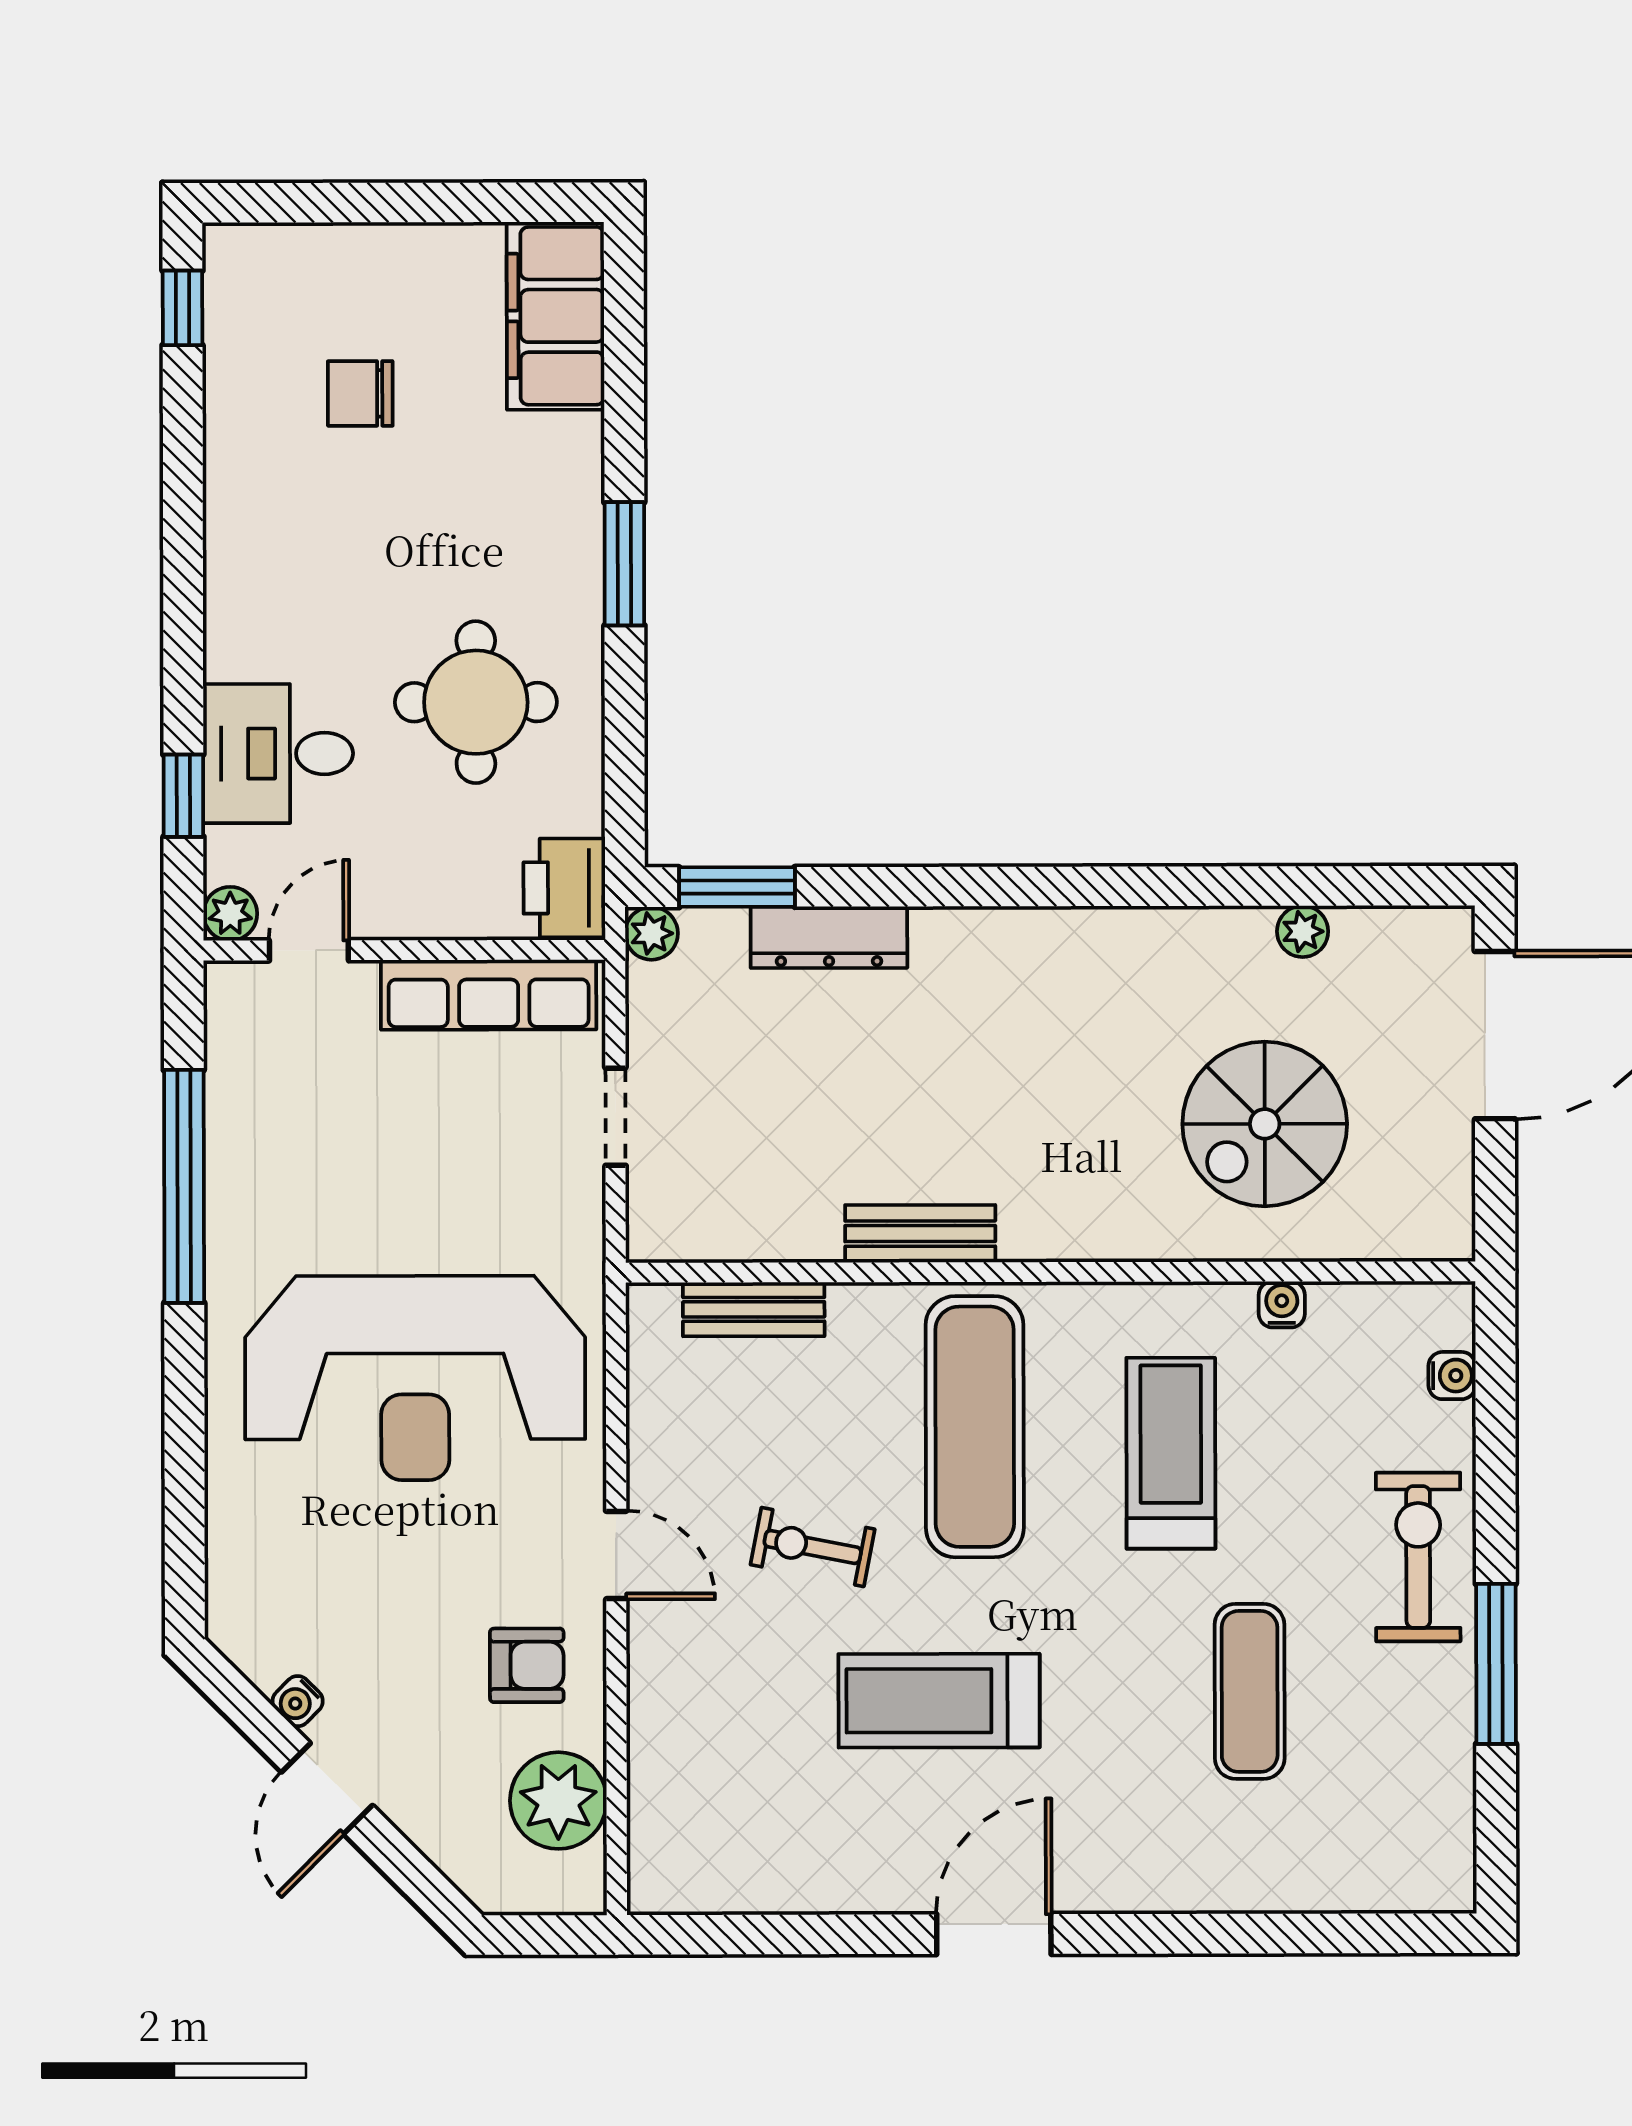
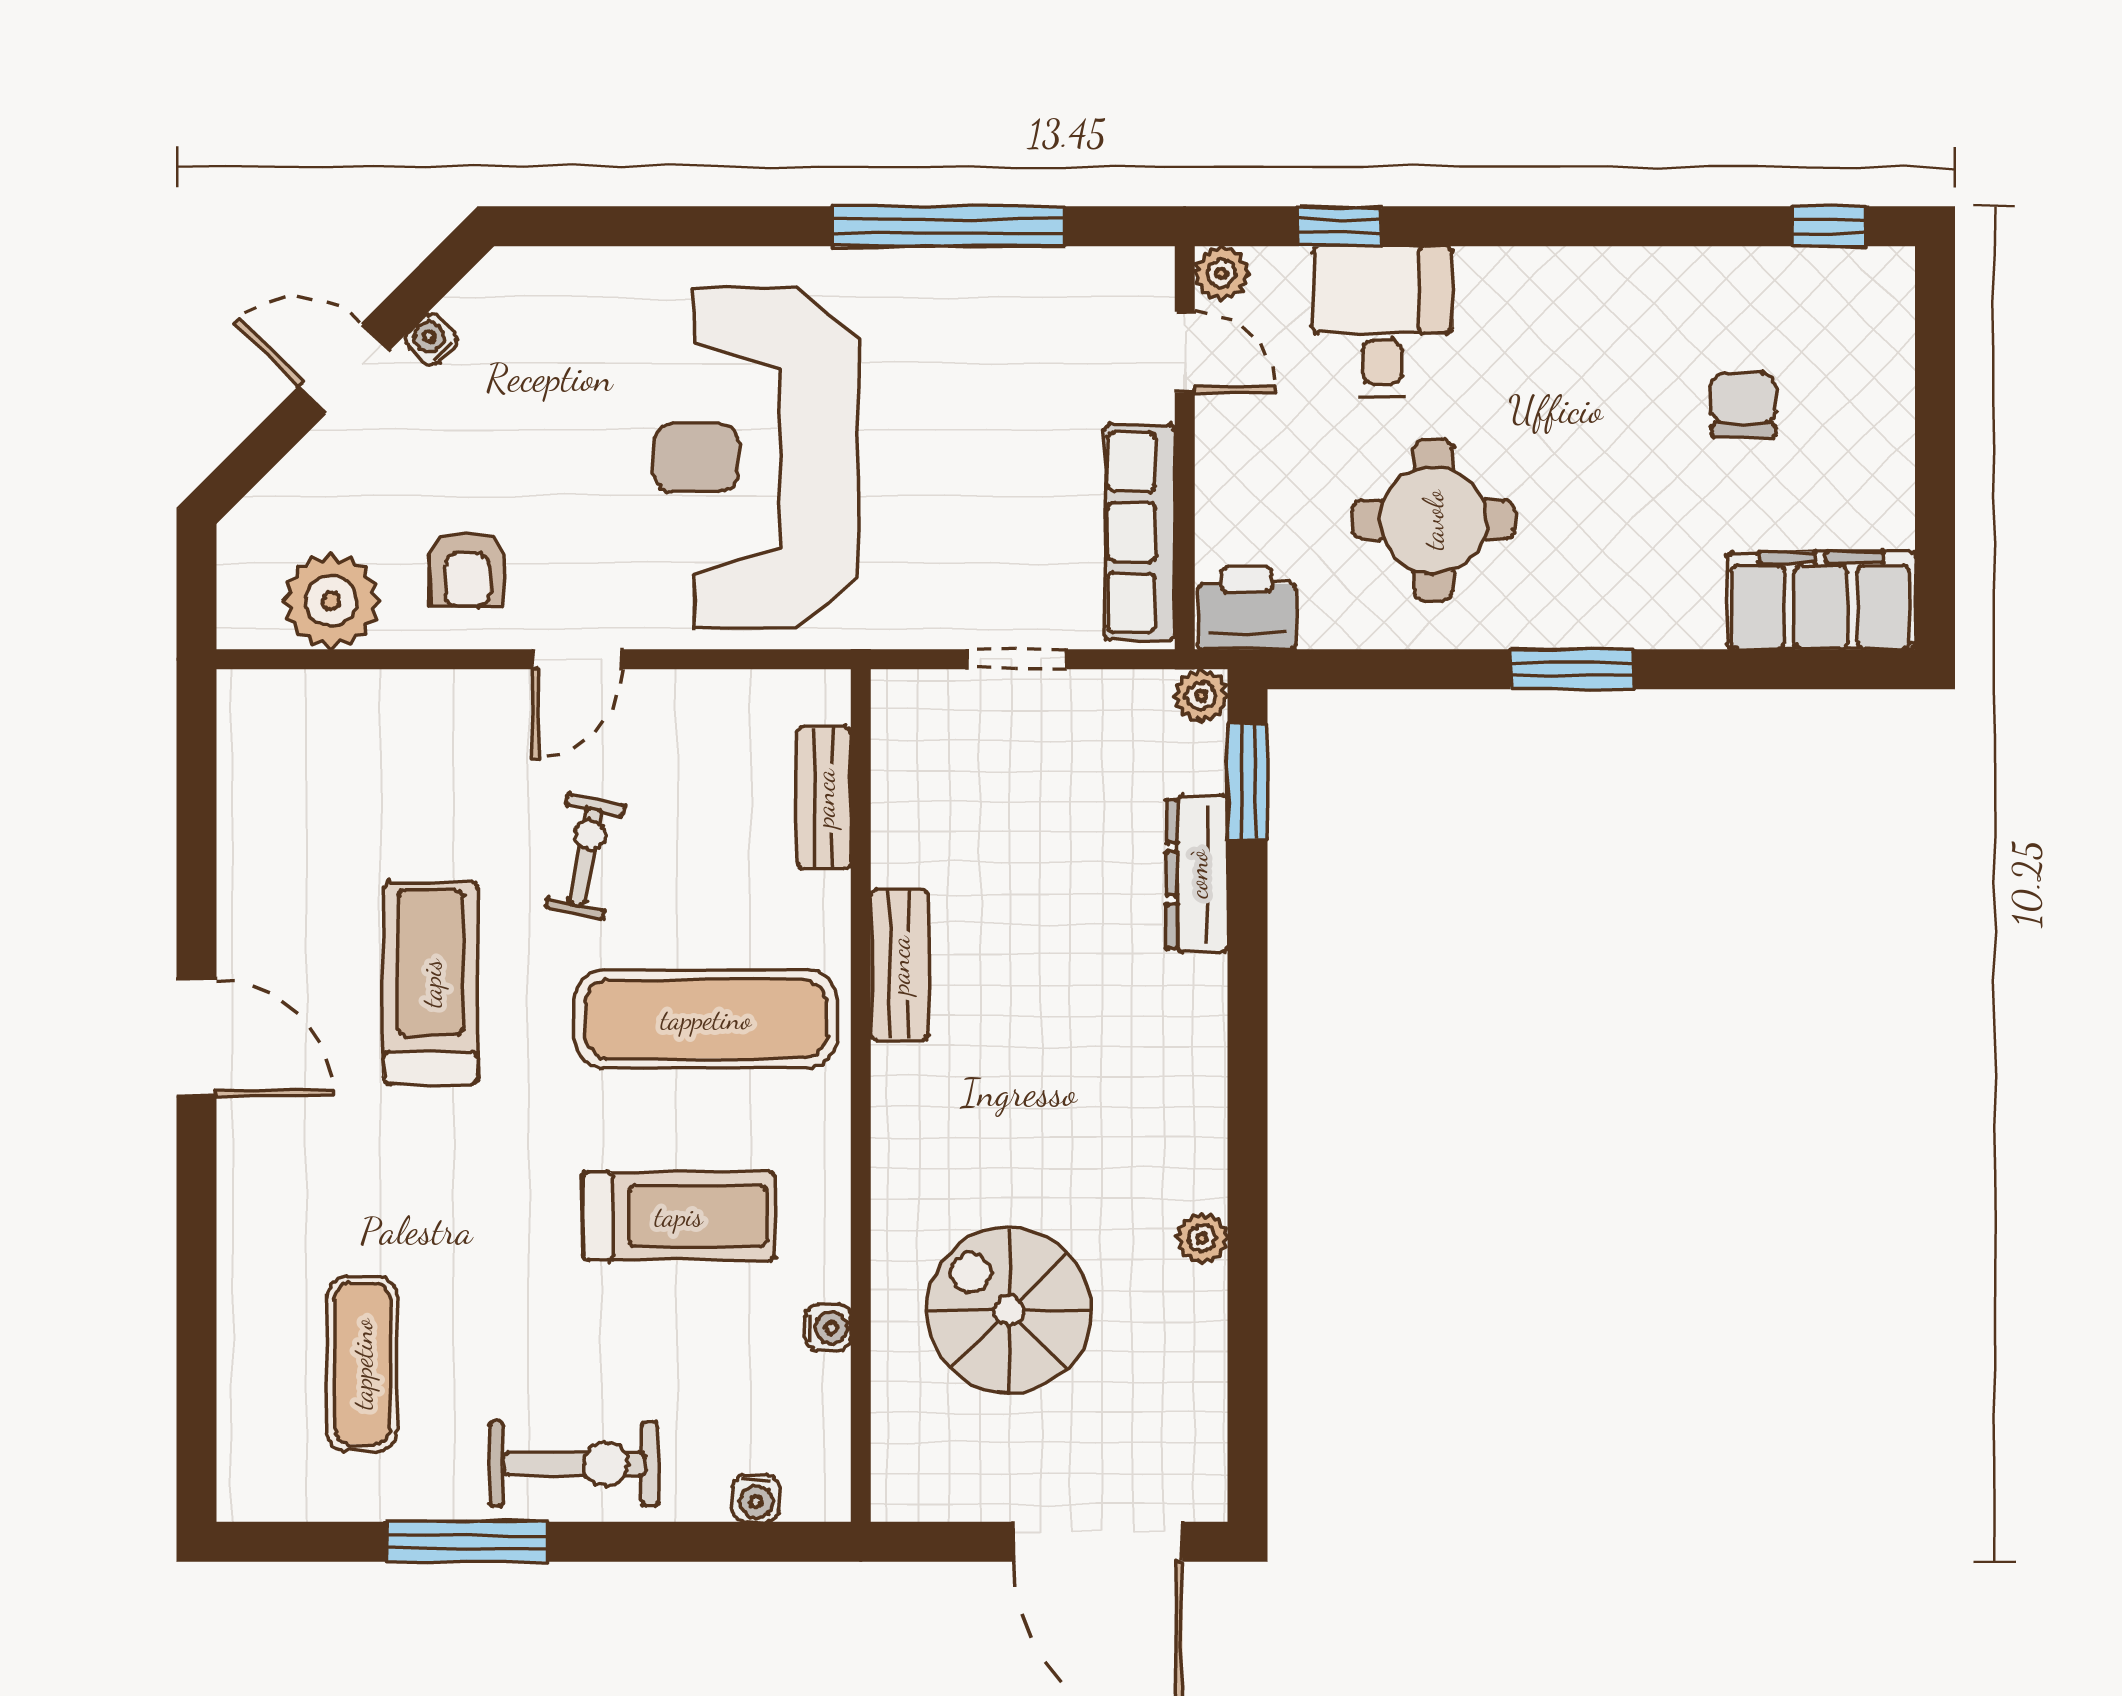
plant: (1303, 931) -> (1202, 1238), moved
exercise mat: (1250, 1691) -> (362, 1364), moved, turned 90

